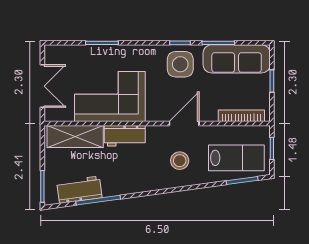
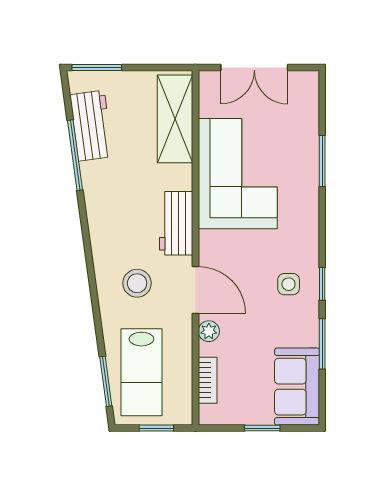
sofa: (237, 59) -> (297, 387), width x0.73
side table: (180, 64) -> (289, 284), width x0.54, depth x0.54
plant: (210, 115) -> (209, 331), added
bookcase: (241, 116) -> (208, 380), width x0.64
workbench: (125, 136) -> (176, 223), moved

